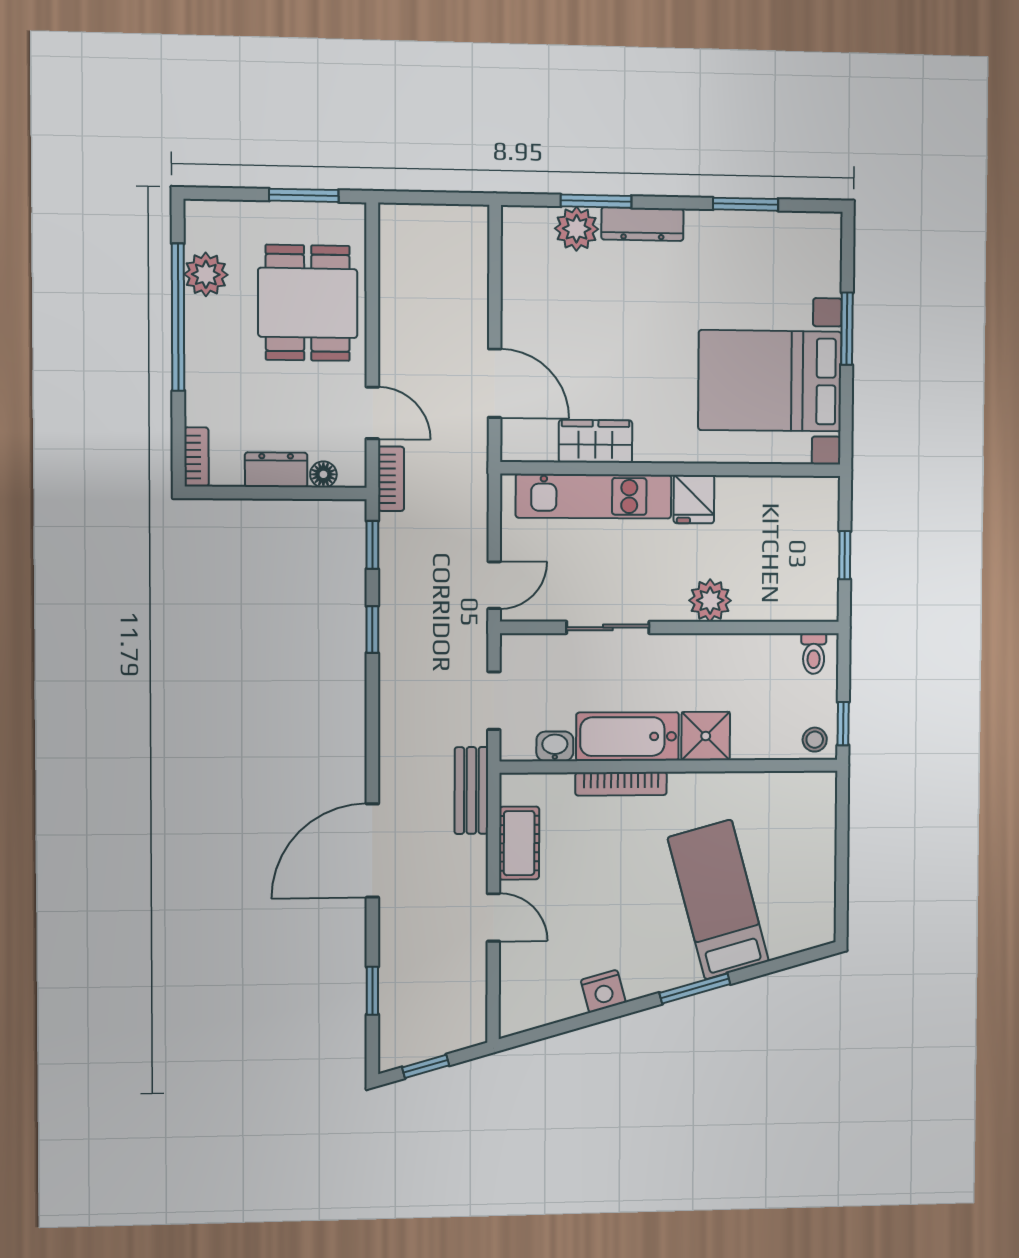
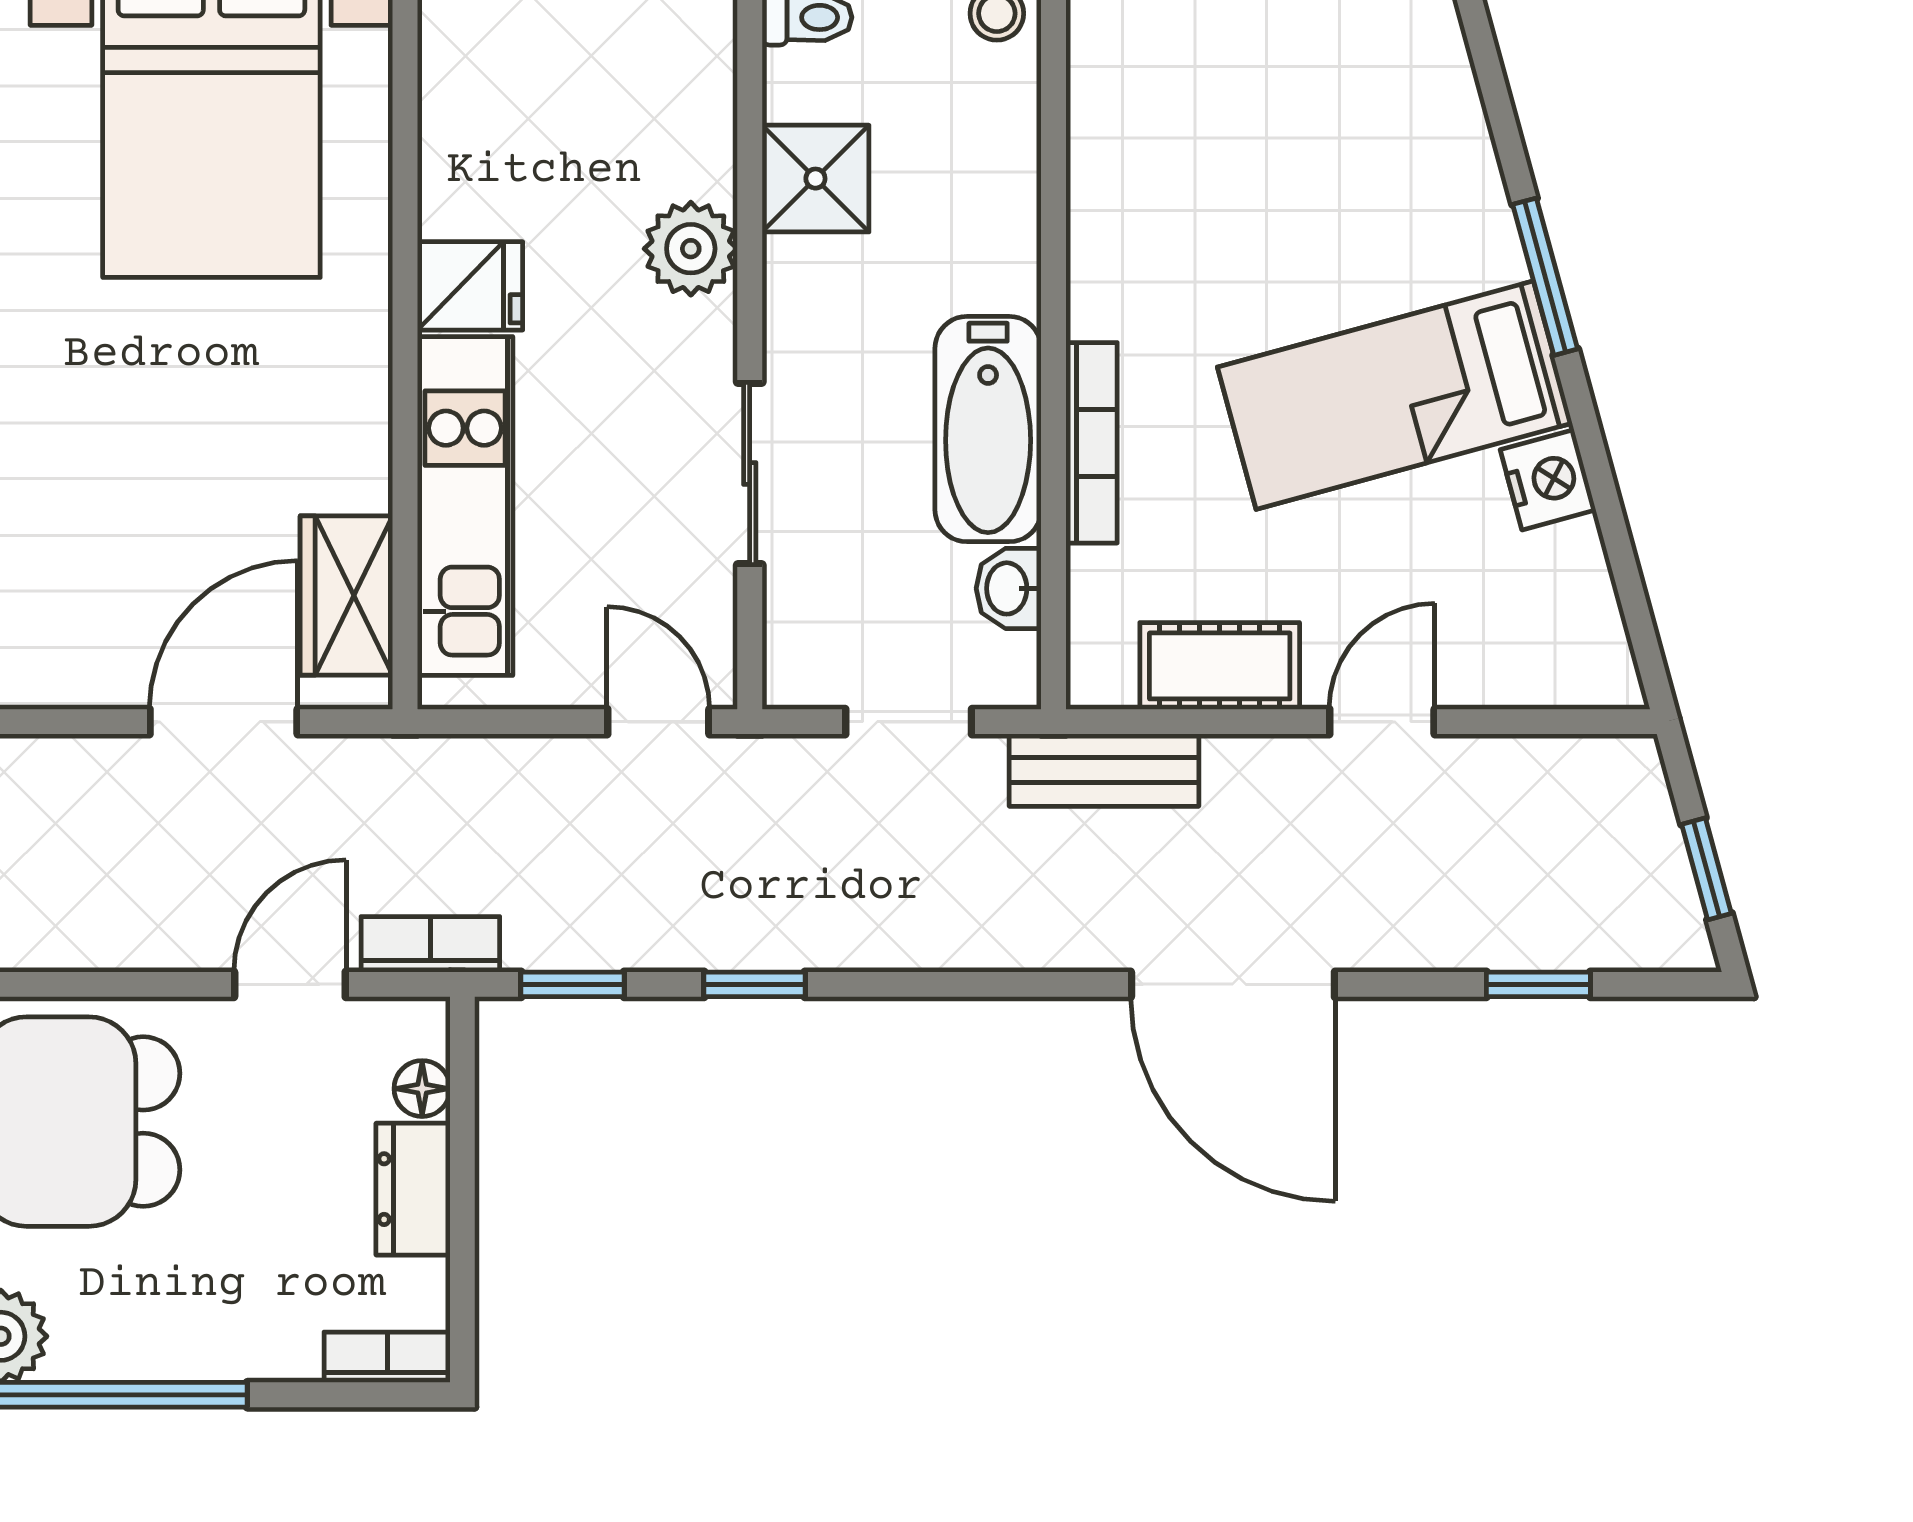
wardrobe: (596, 441) -> (346, 596), moved
shower: (706, 736) -> (815, 179), moved
bed: (718, 900) -> (1395, 395), moved

